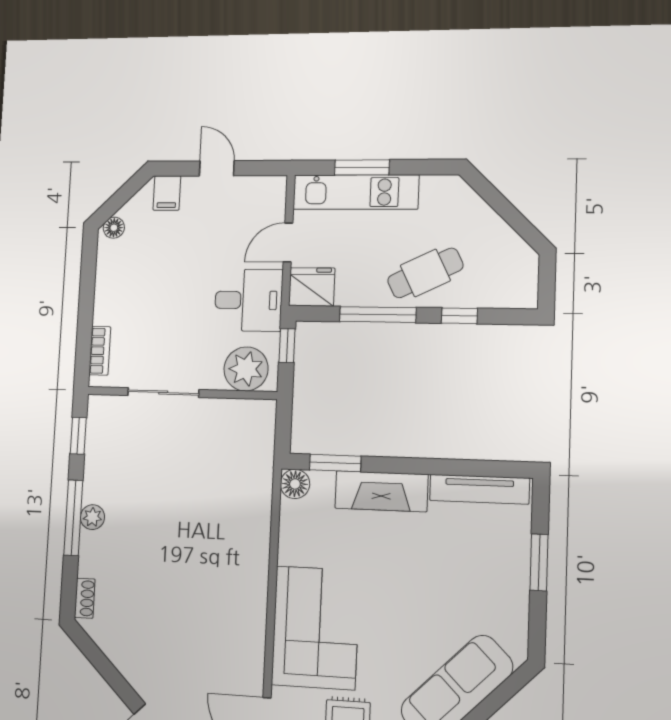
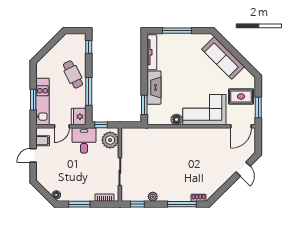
filing cabinet: (167, 193) -> (43, 141), moved
door: (288, 242) -> (62, 126), hinge flipped
window: (87, 286) -> (79, 204), added
window: (459, 316) -> (89, 47), moved
floor lamp: (295, 484) -> (177, 120), moved
plant: (92, 517) -> (153, 197), moved
window: (73, 518) -> (182, 204), moved
window: (539, 562) -> (177, 31), width x1.44

